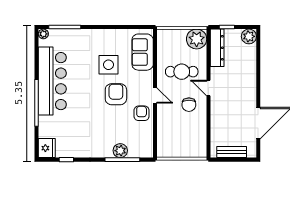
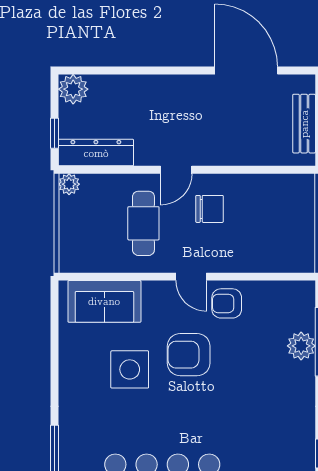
plant: (197, 39) -> (69, 184), width x0.53, depth x0.53
door: (155, 95) -> (191, 277), swing flipped

